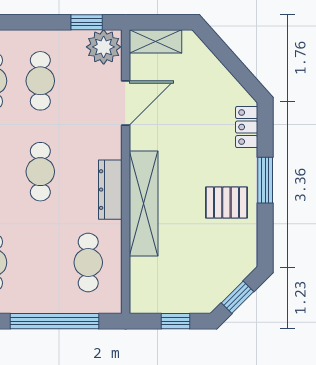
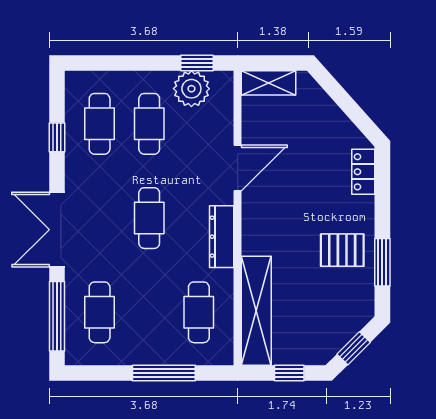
plant: (104, 47) -> (191, 89), moved
door: (126, 103) -> (238, 168), moved
window: (265, 180) -> (382, 262), moved
shelving: (144, 203) -> (256, 311), moved
window: (55, 321) -> (164, 373), width x0.68

